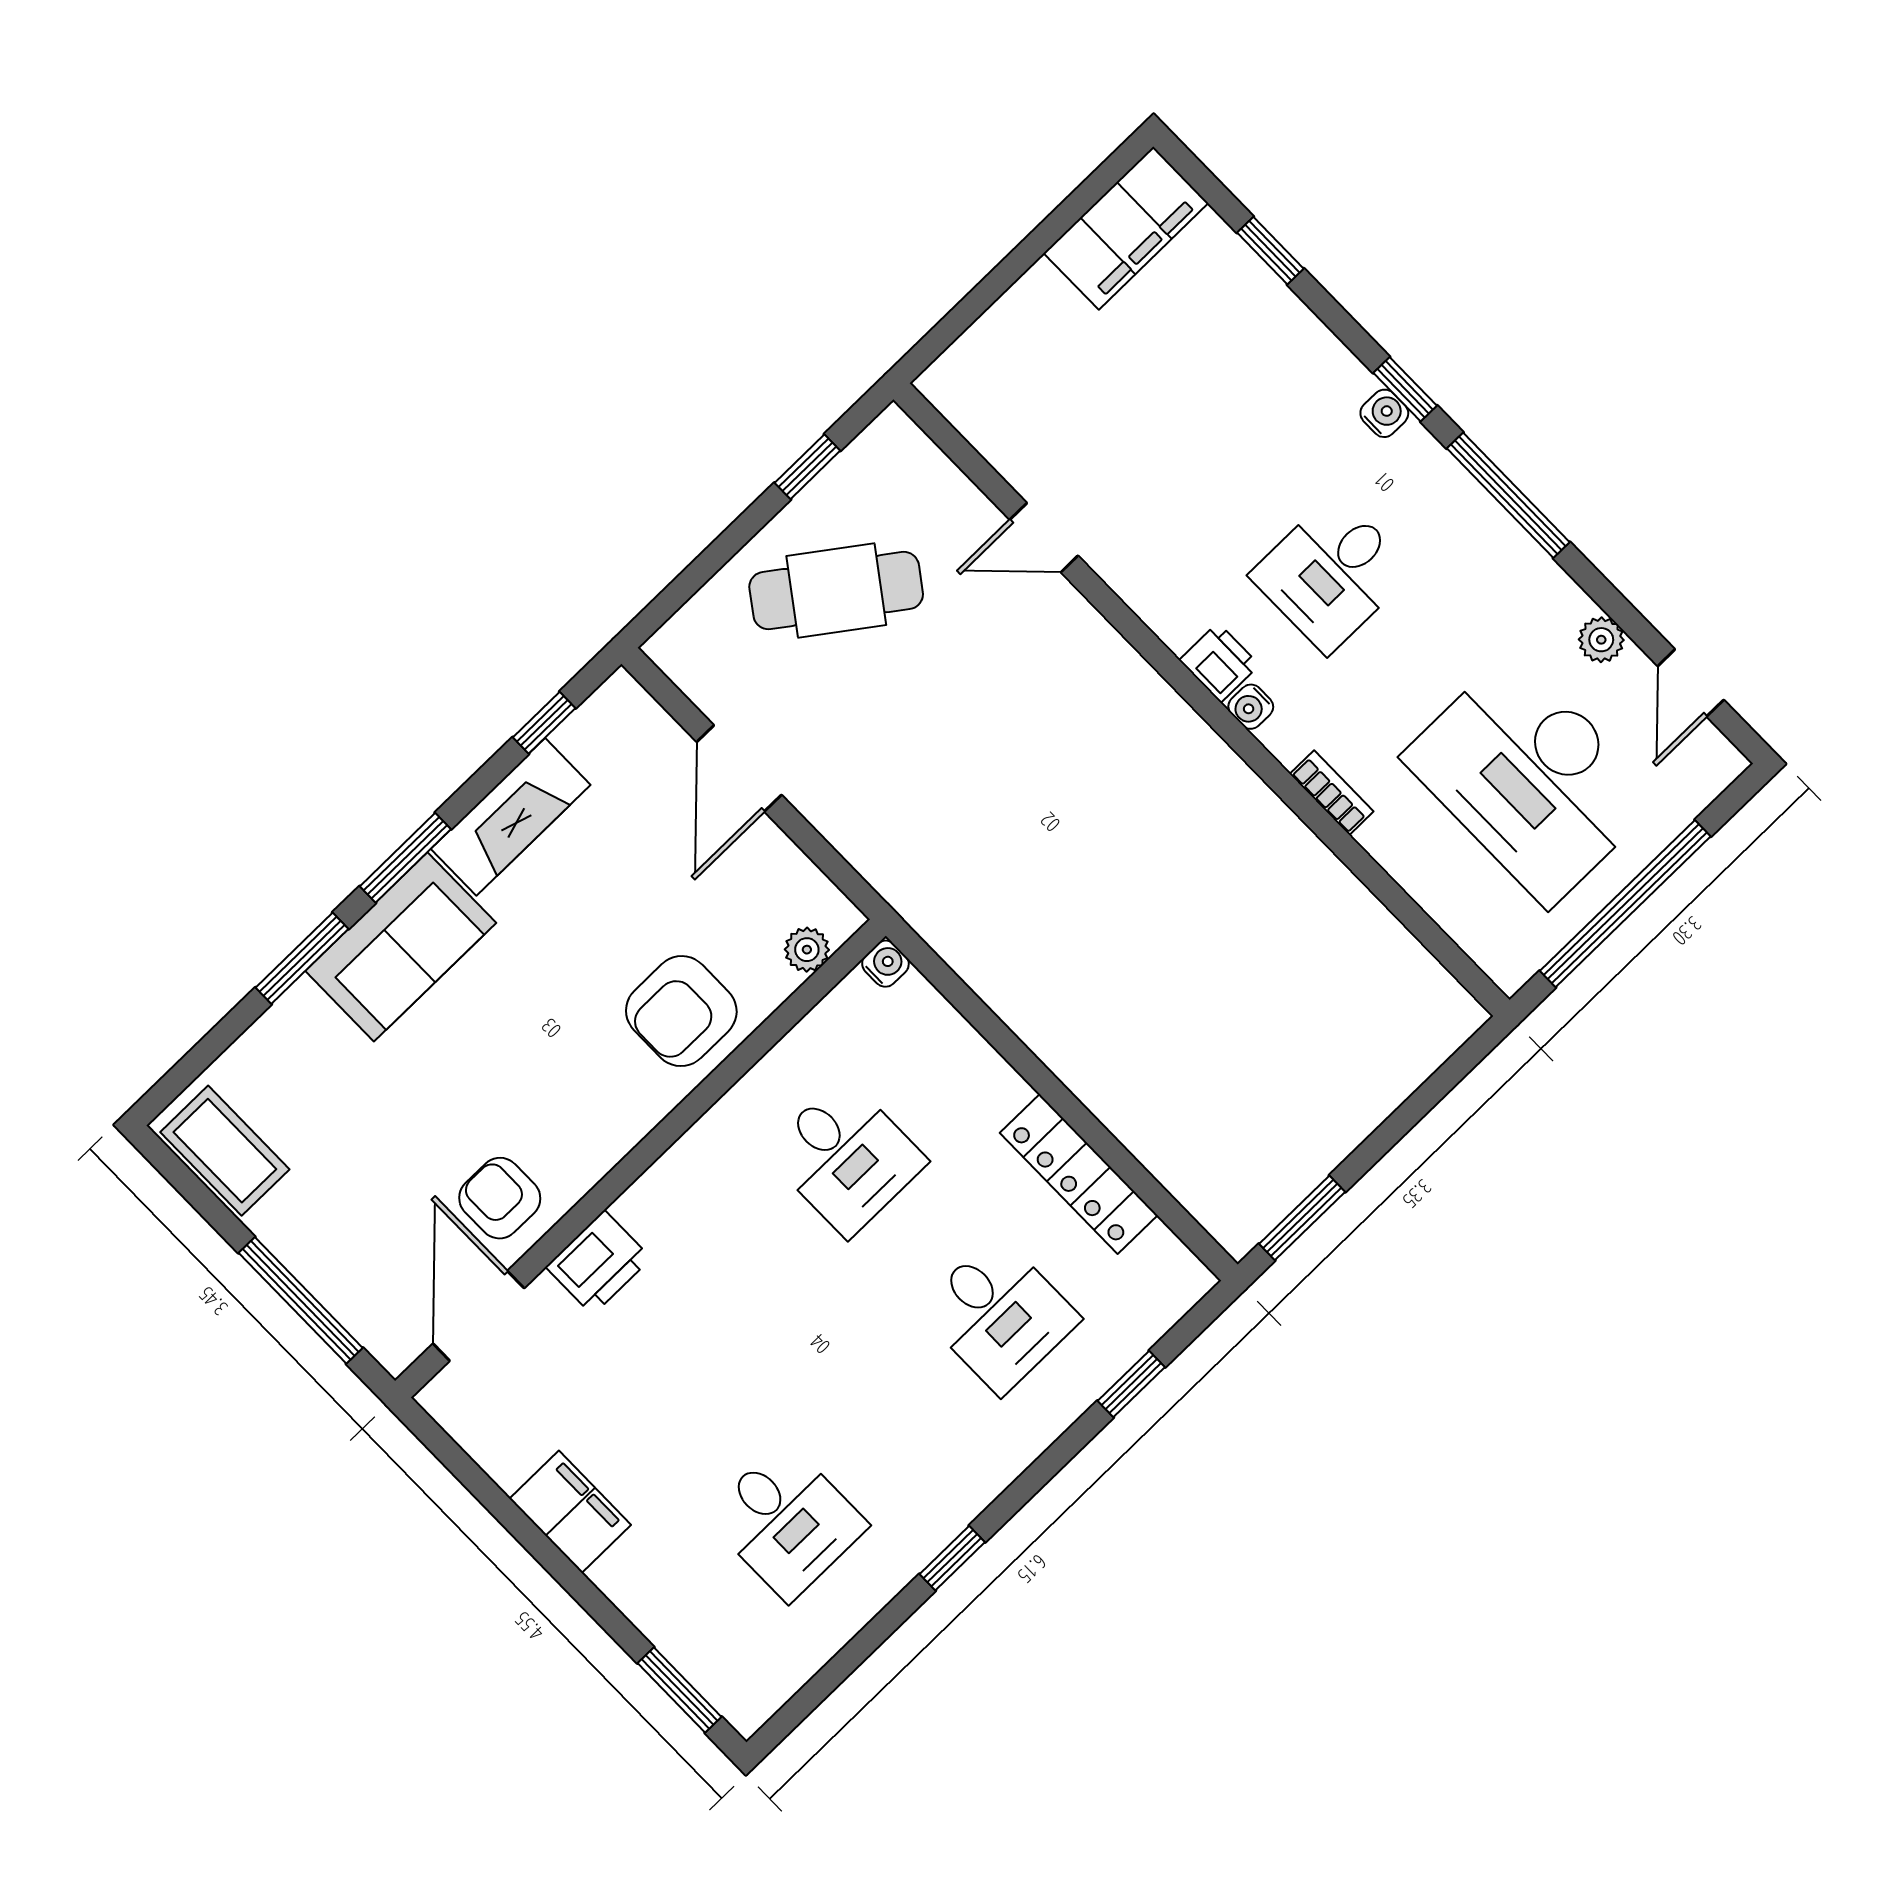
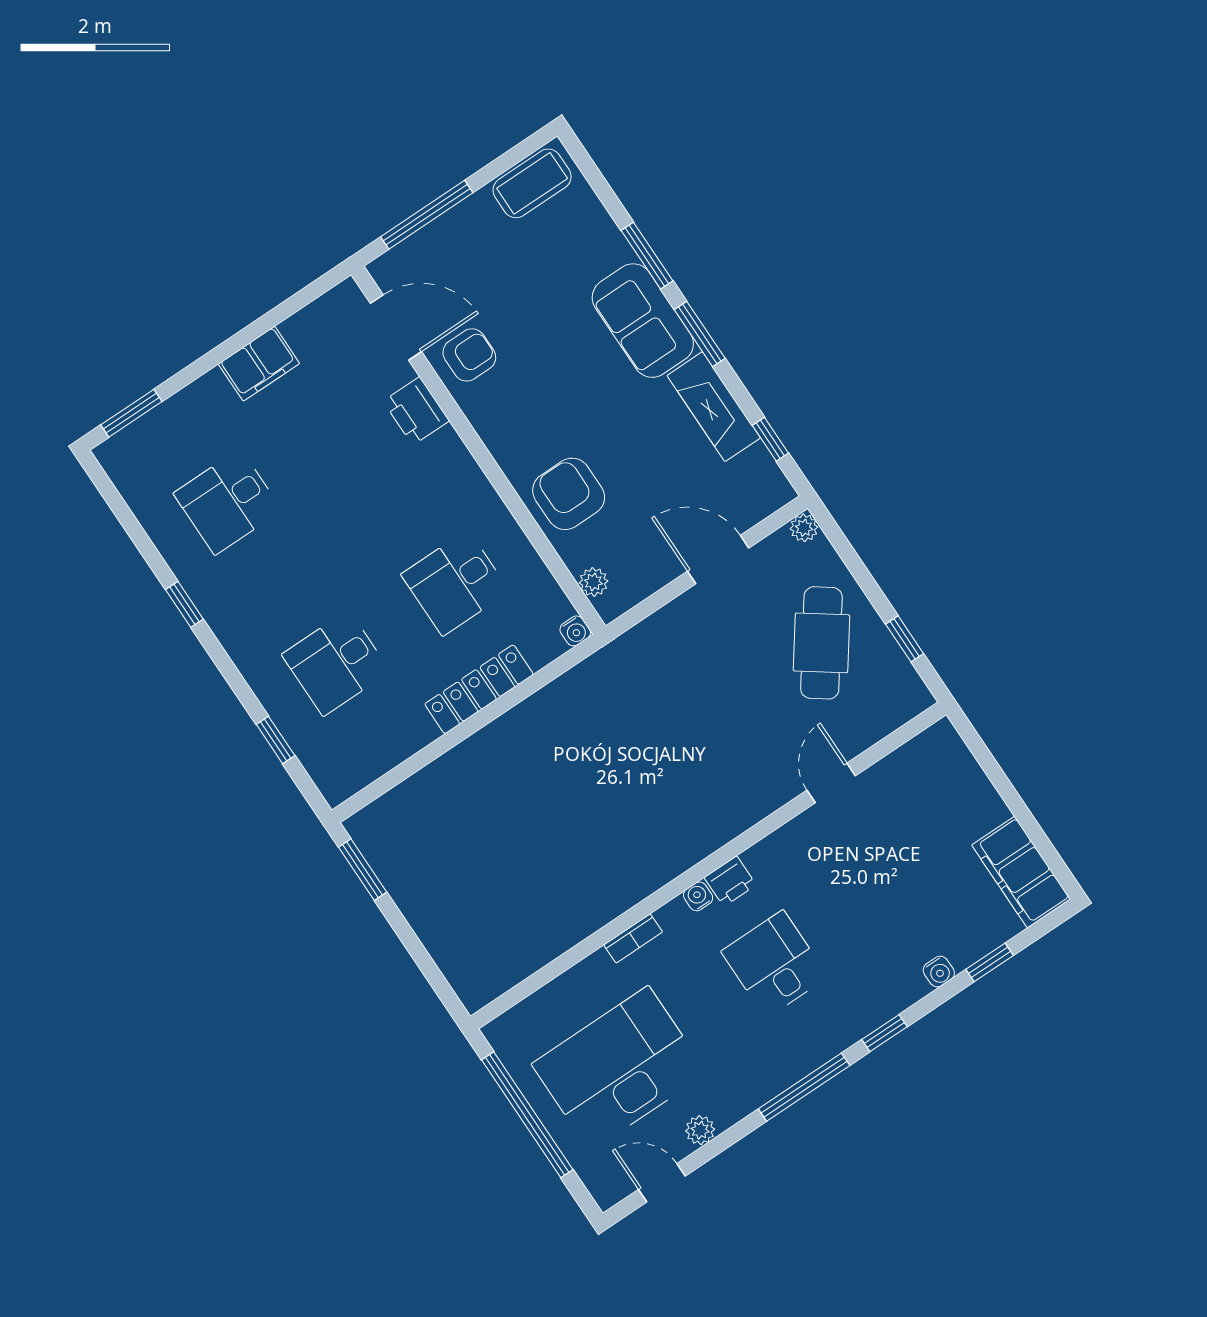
water cooler: (1384, 413) -> (939, 972), moved
plant: (668, 648) -> (804, 528), added
locker: (1079, 1174) -> (479, 689), moved

